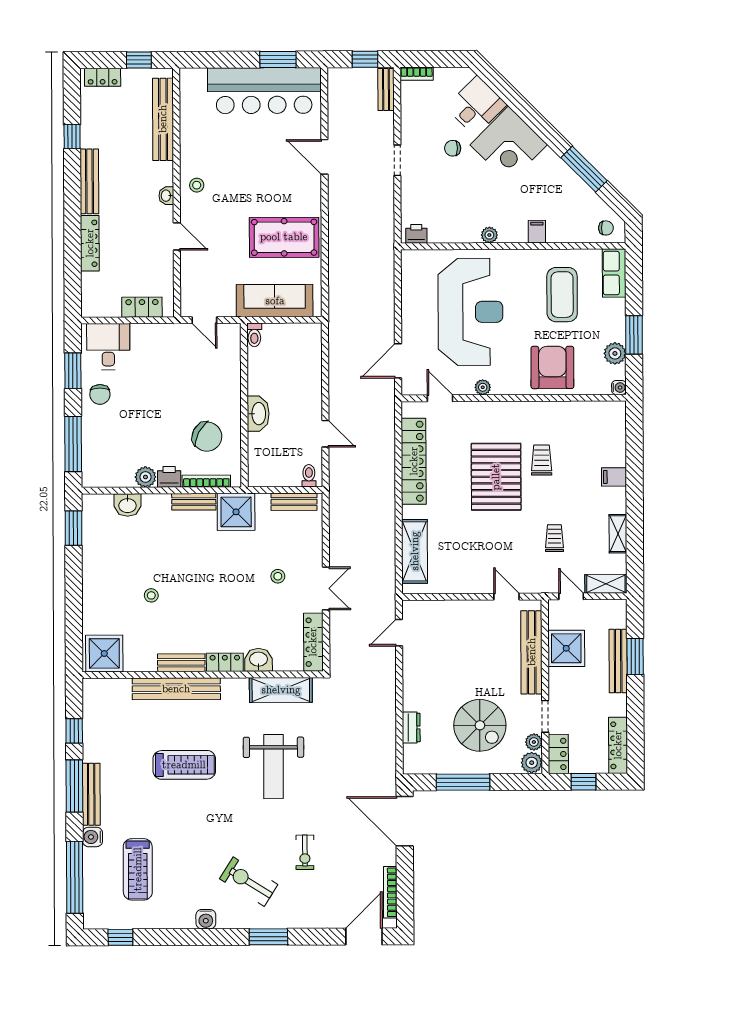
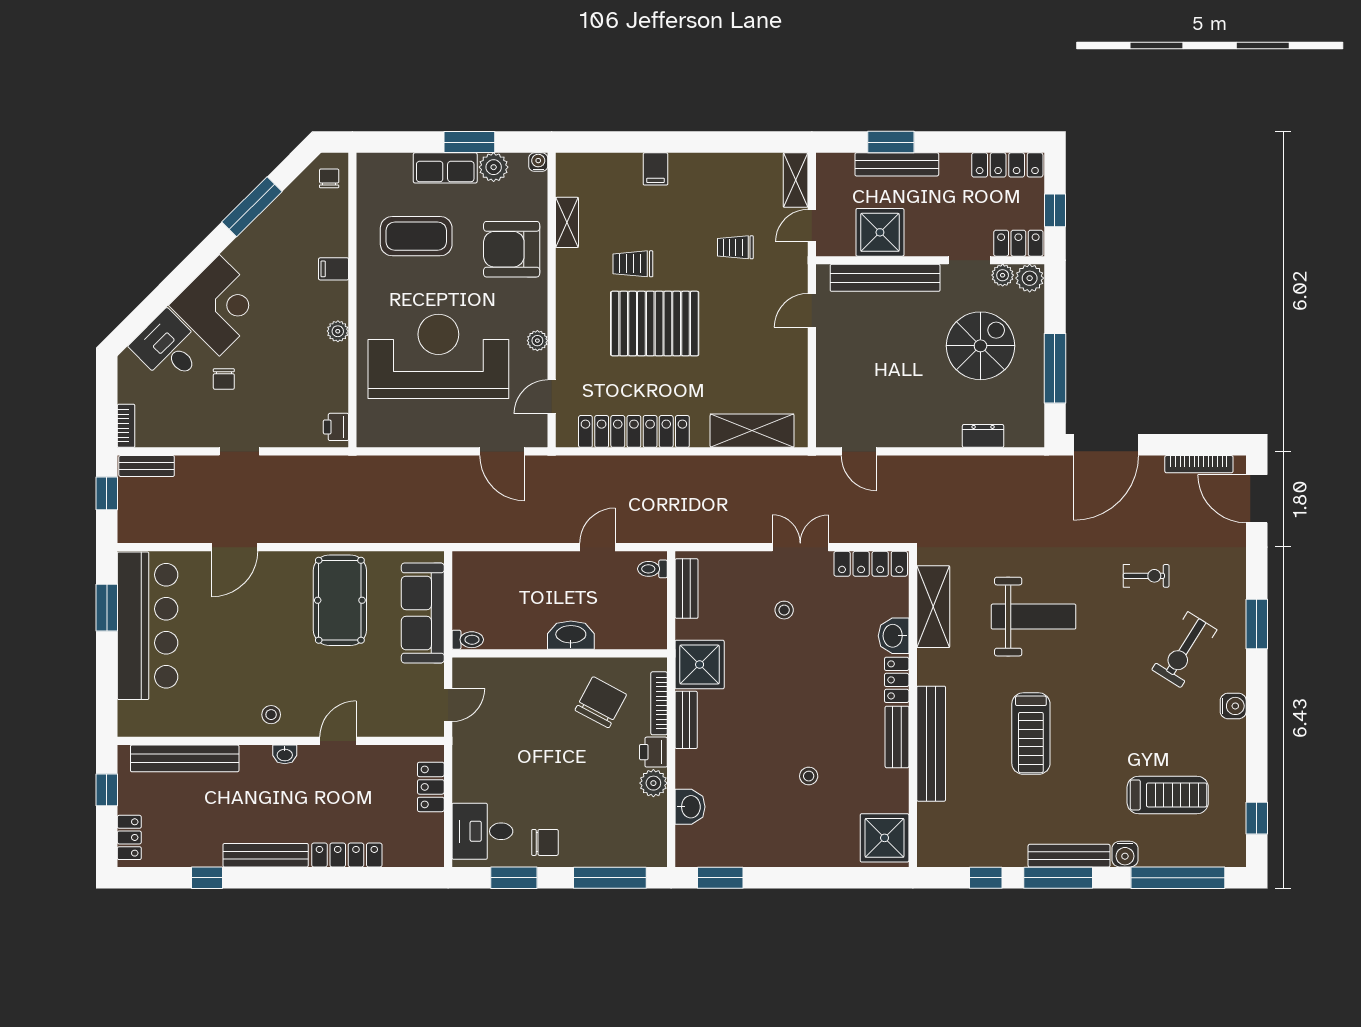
row of seats: (614, 273) -> (445, 168), moved
shelving: (618, 534) -> (567, 222), moved, turned 90
treadmill: (184, 765) -> (1031, 734), turned 180

